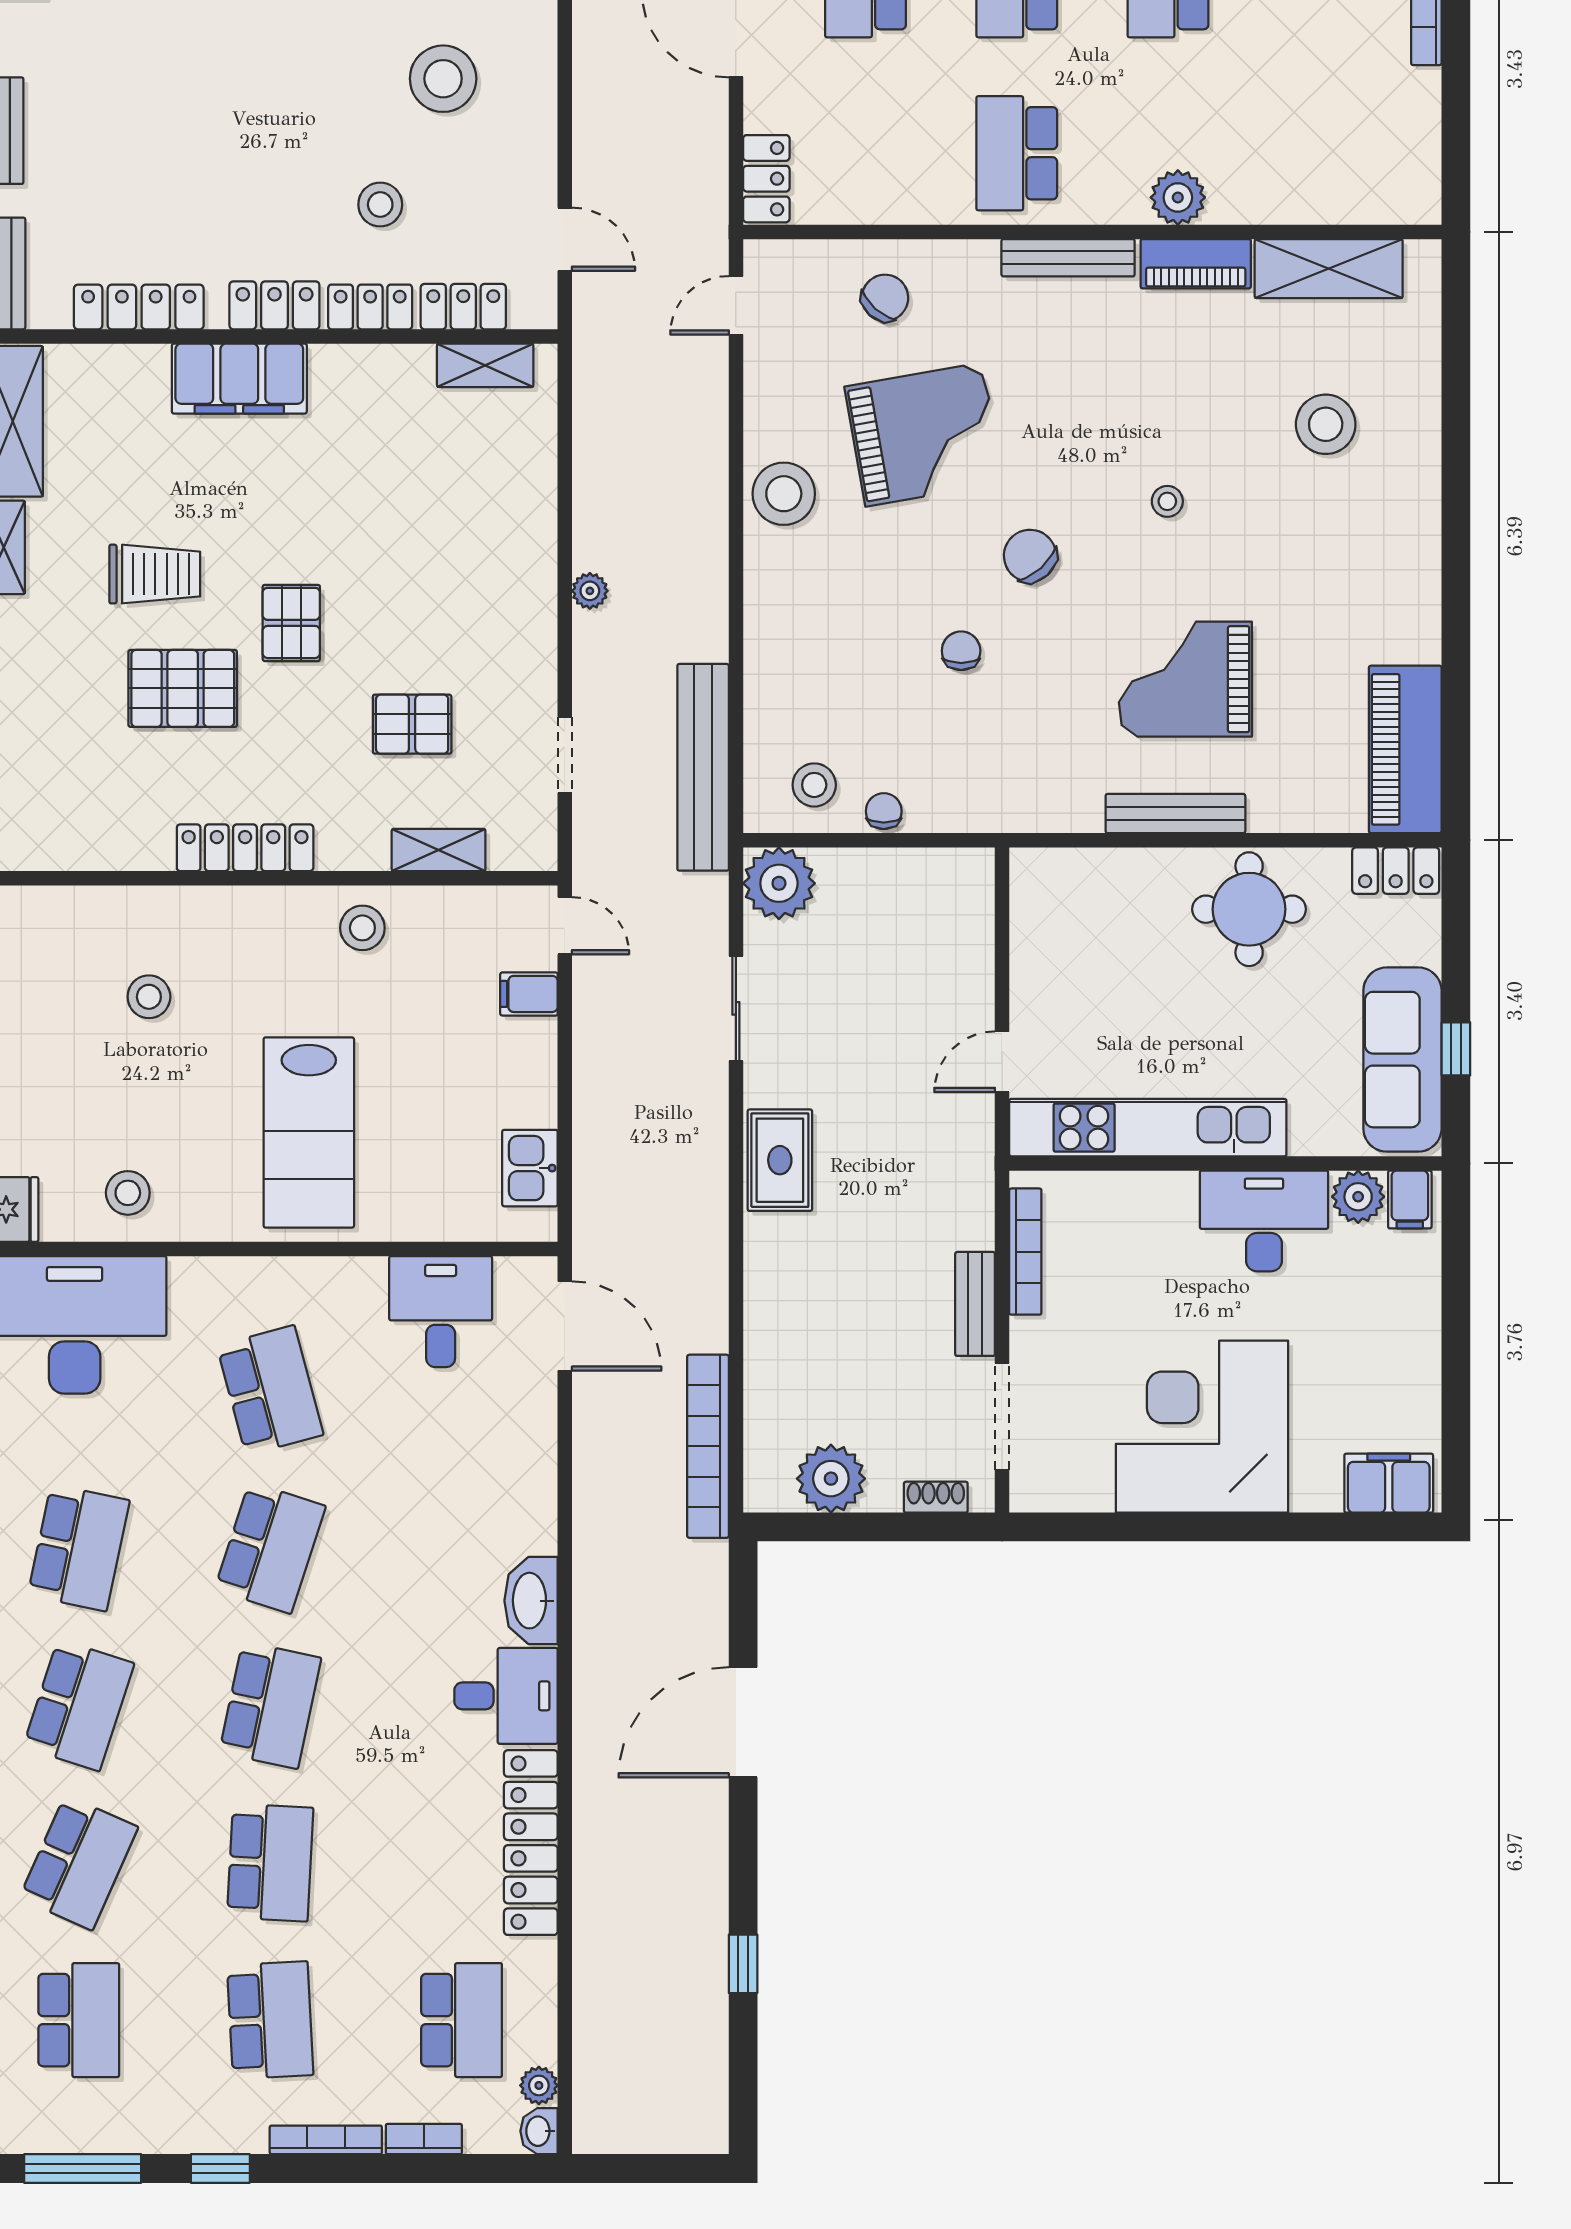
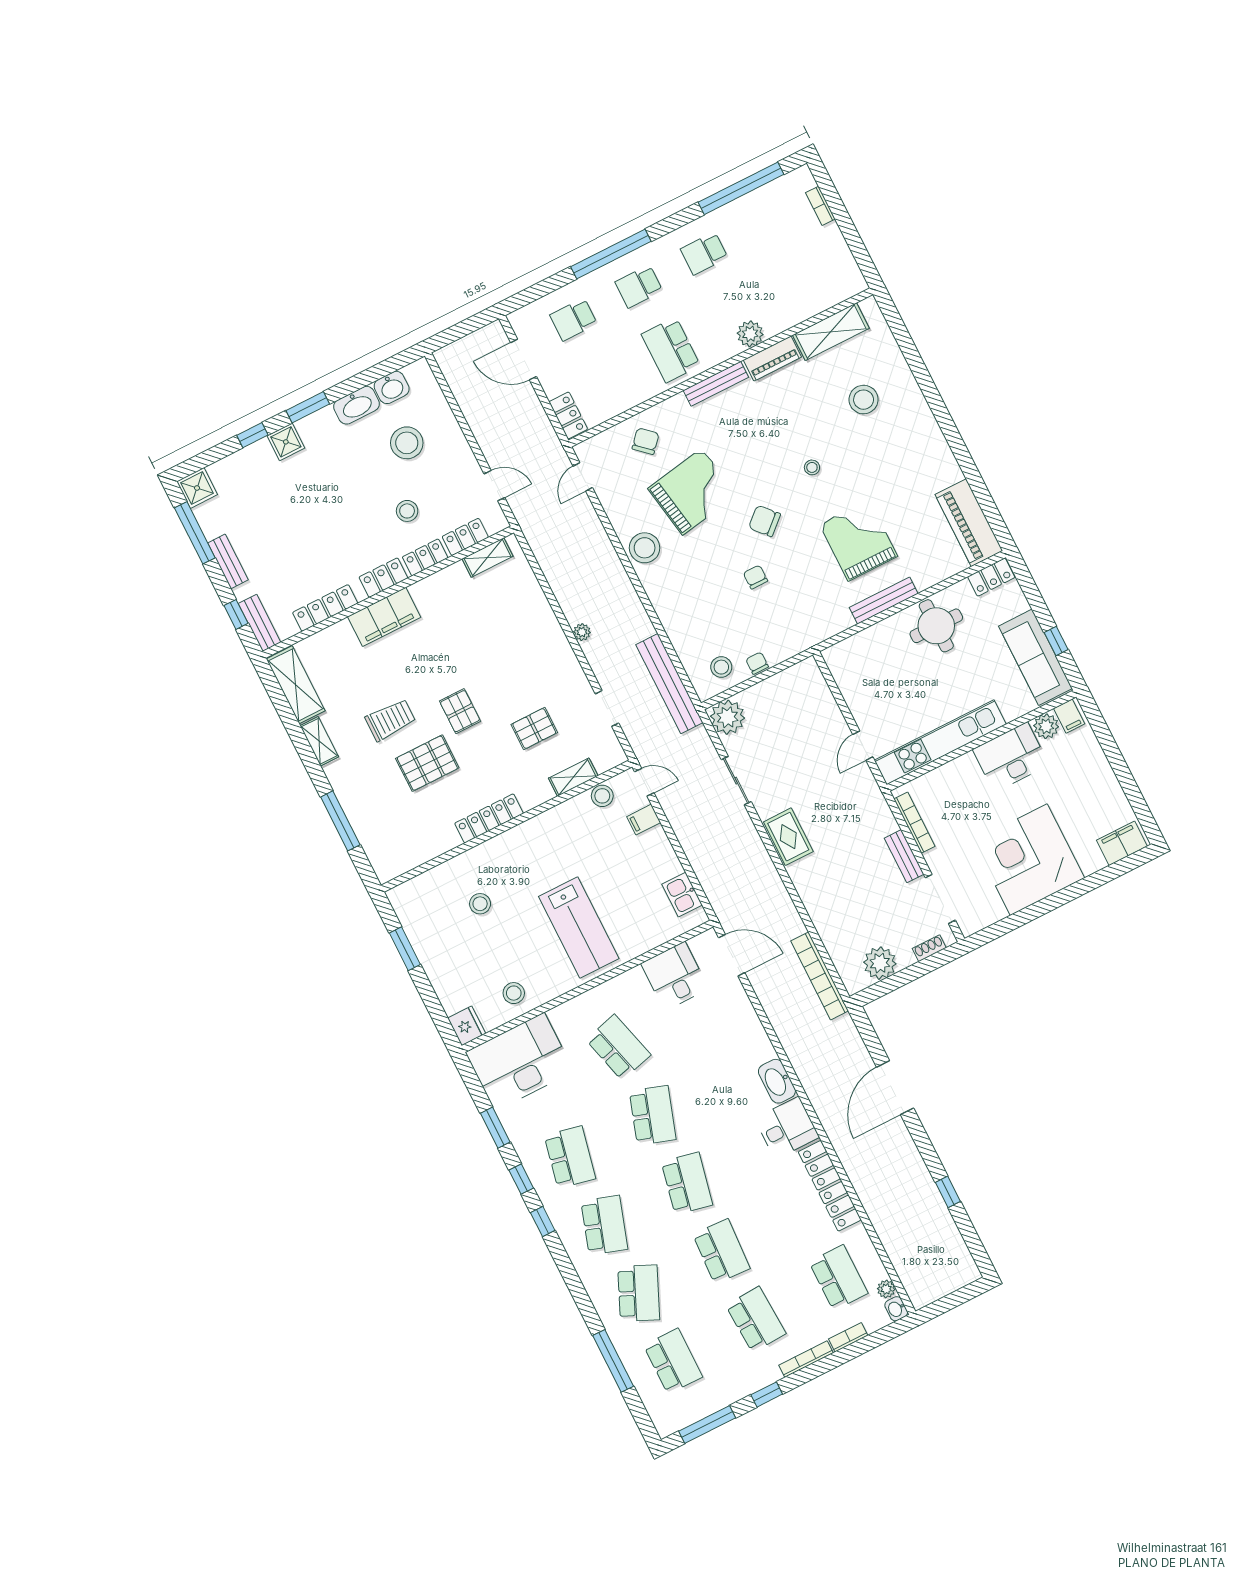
grand piano: (1185, 679) -> (859, 540), turned 90
stool: (362, 928) -> (602, 796), moved

